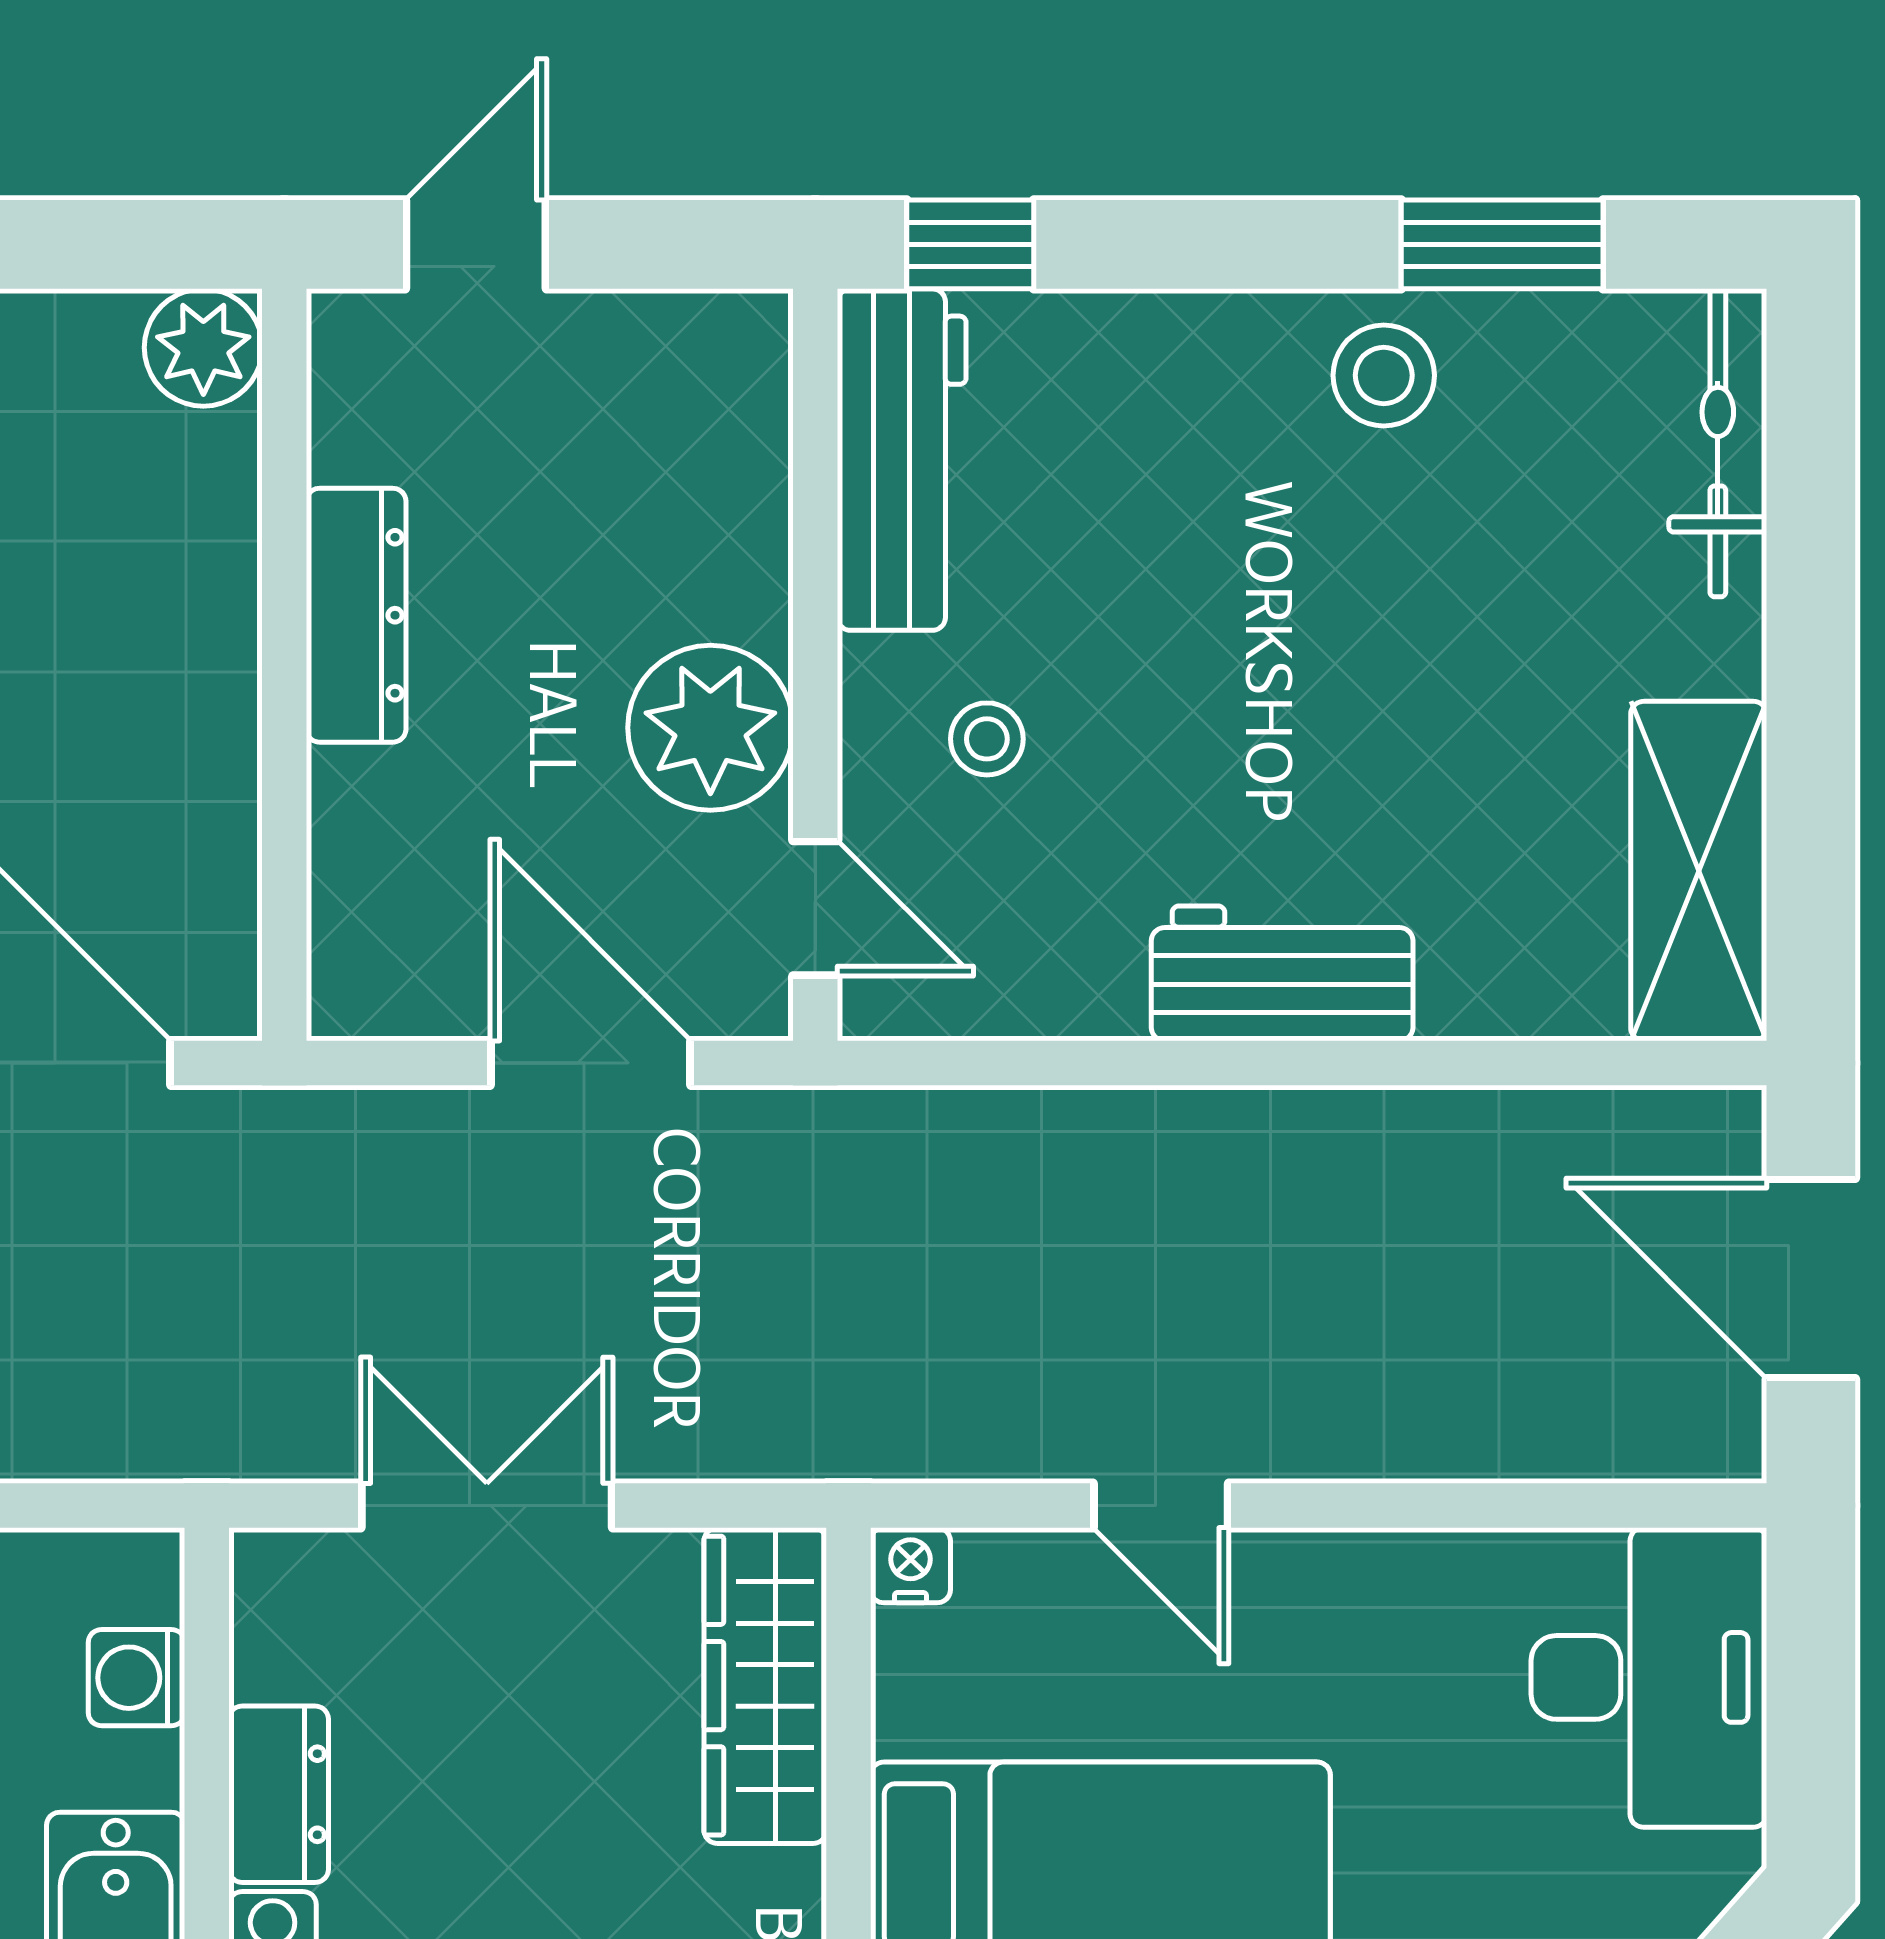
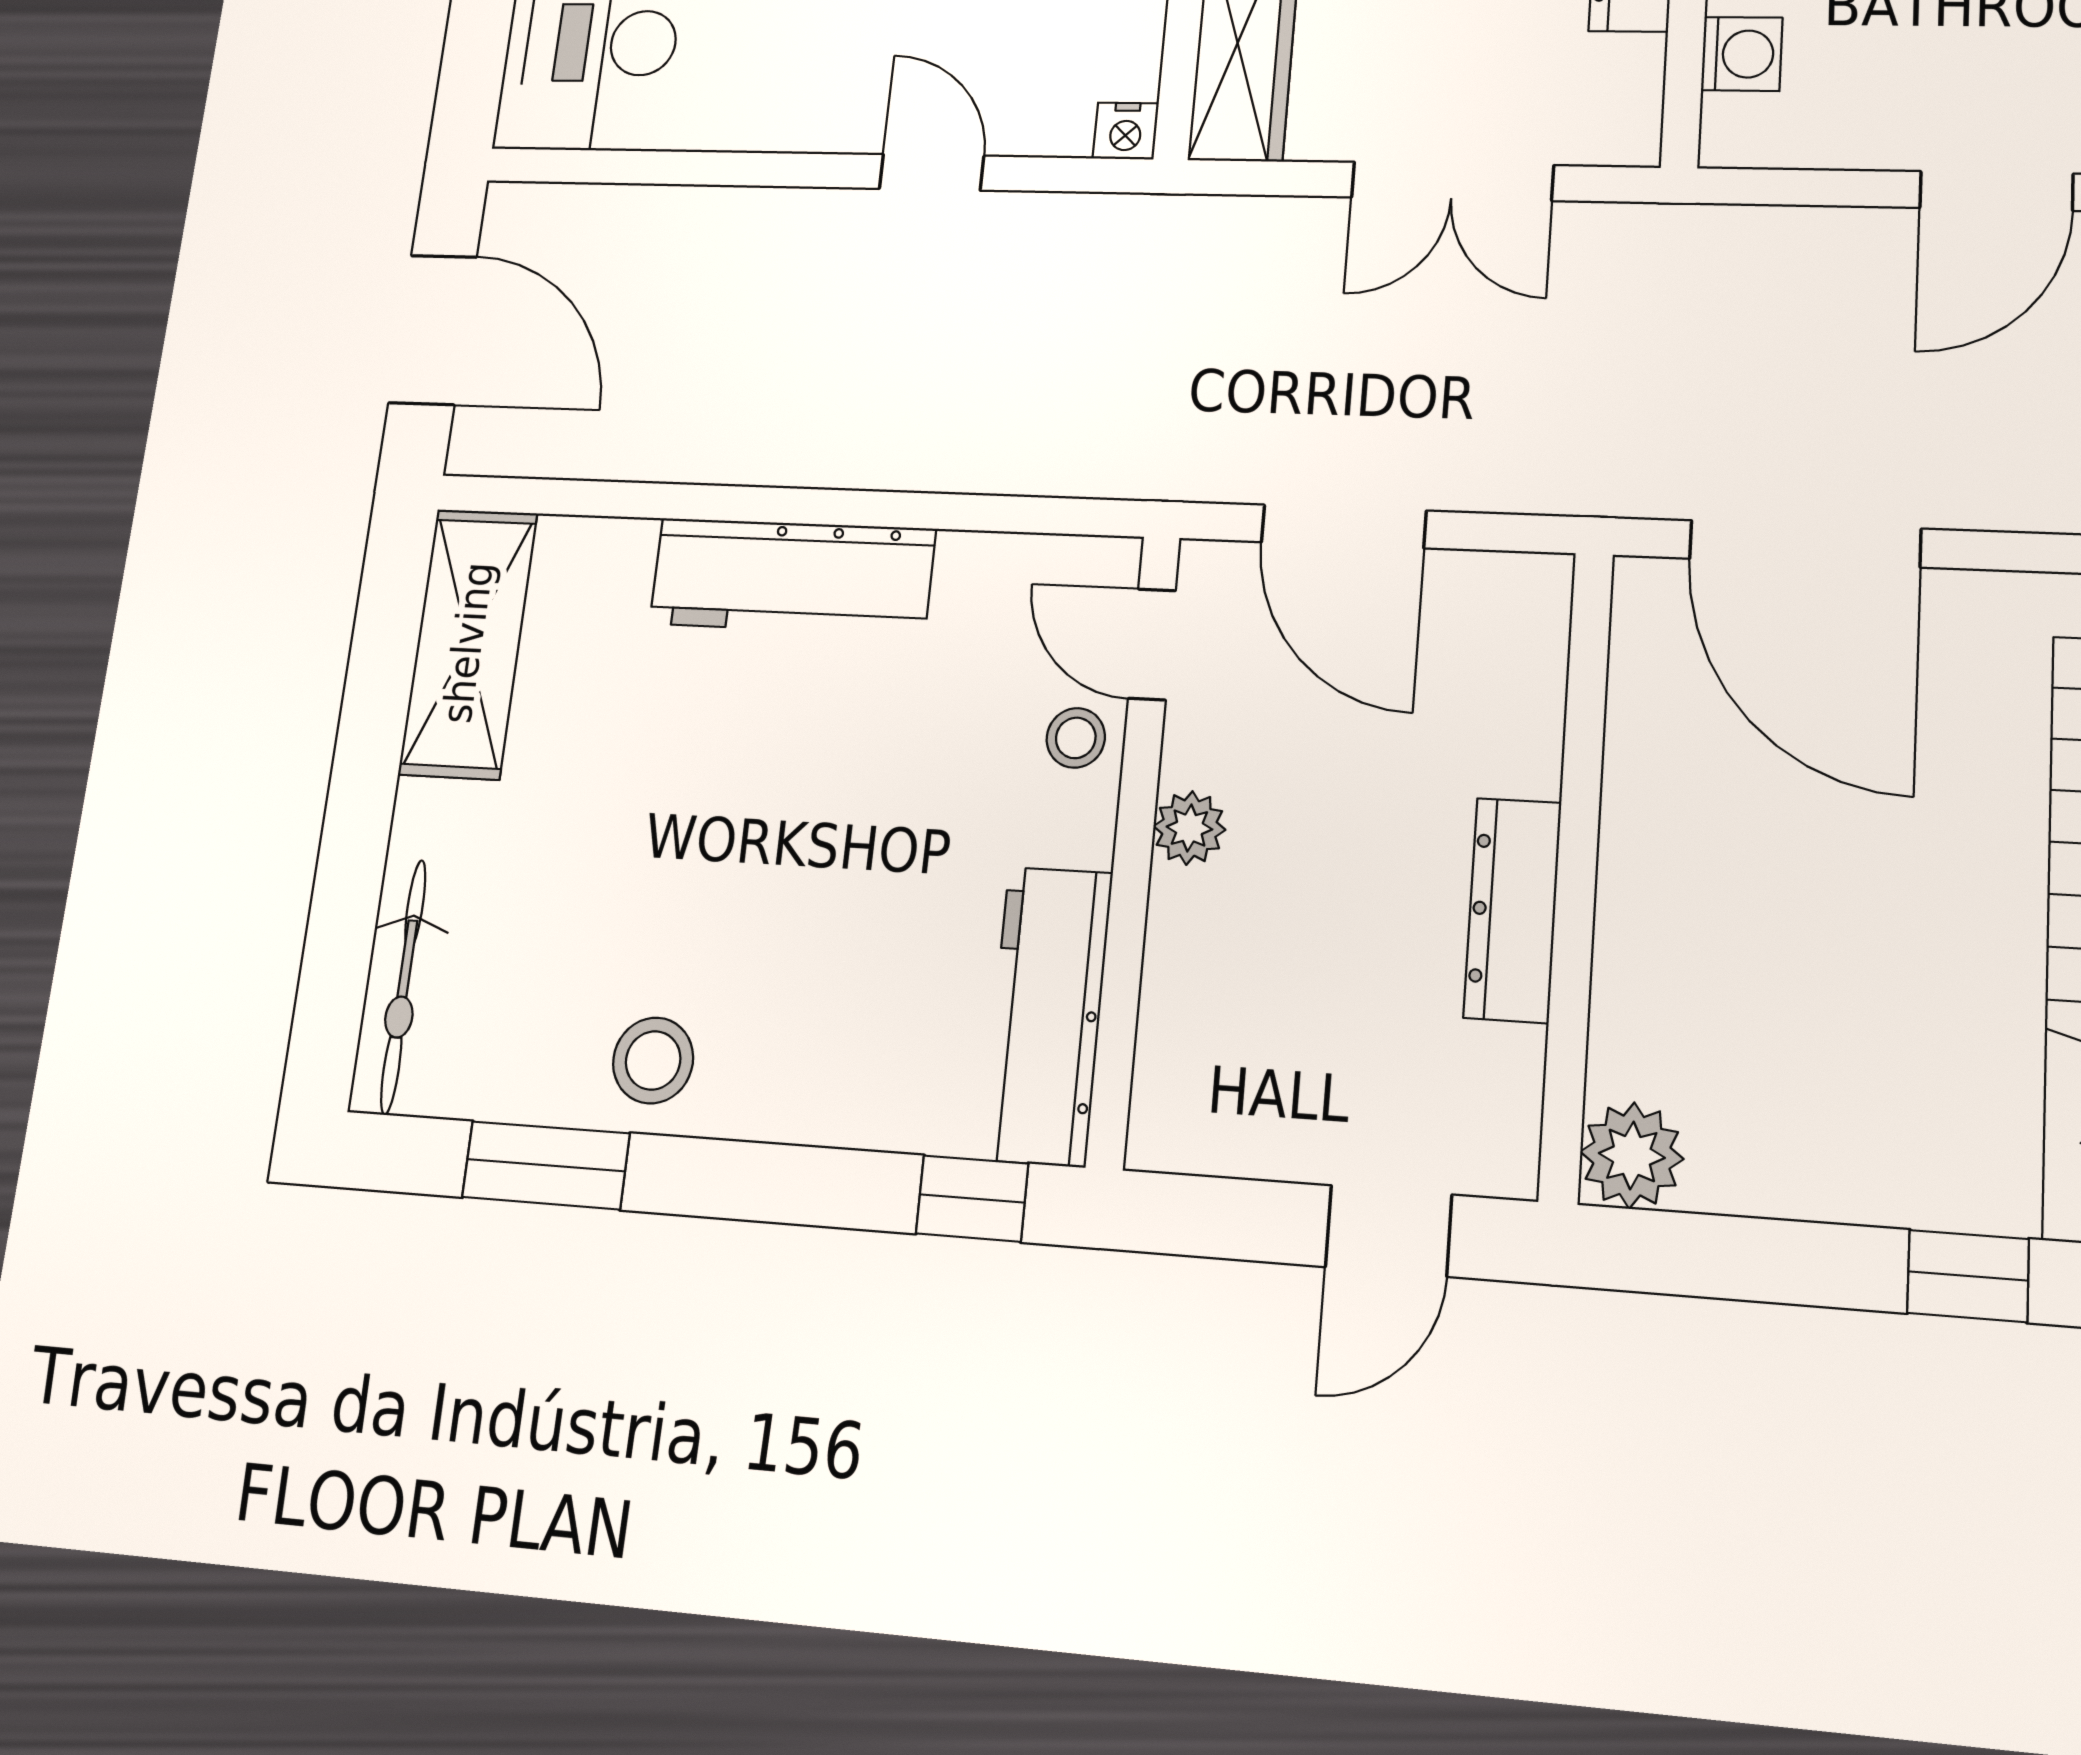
plant: (710, 728) -> (1189, 828), width x0.53, depth x0.53
stool: (987, 739) -> (1076, 738), moved
workbench: (1282, 973) -> (792, 576), width x1.38

